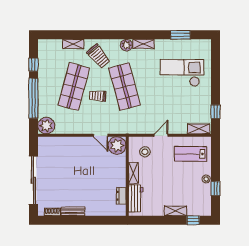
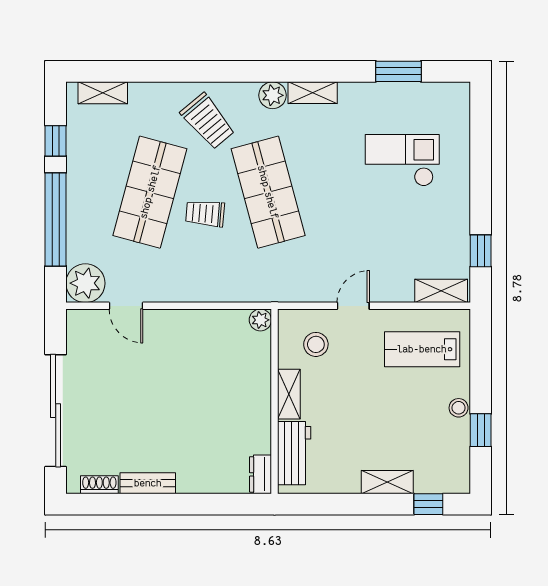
shelving: (73, 44) -> (103, 93), moved
checkout: (182, 73) -> (402, 160), width x0.73, depth x0.83
door: (101, 135) -> (126, 306), moved
plant: (117, 145) -> (260, 320), width x0.53, depth x0.53
dresser: (121, 196) -> (261, 474), moved

